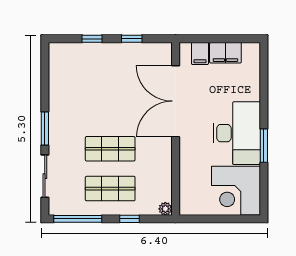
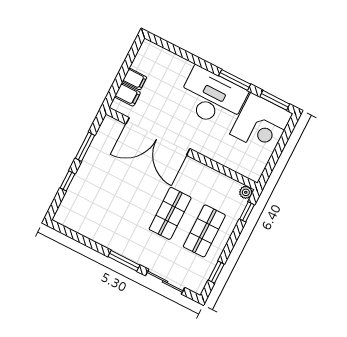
window: (132, 39) -> (85, 147), width x1.50
filing cabinet: (225, 53) -> (135, 79), width x0.50
window: (264, 192) -> (275, 100), added
window: (78, 219) -> (216, 272), width x0.46
window: (129, 219) -> (247, 212), moved

